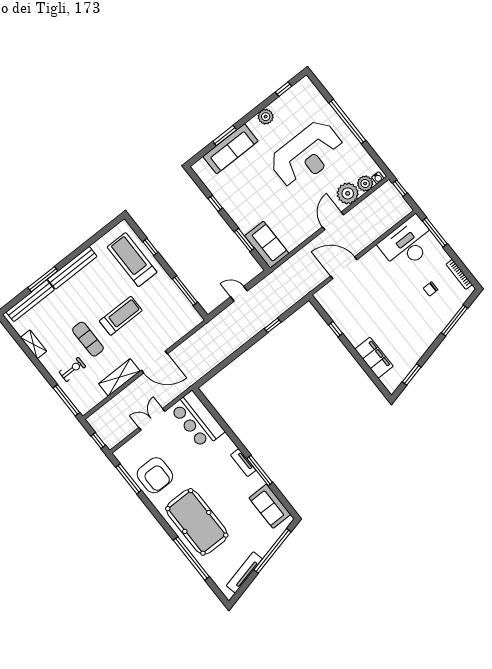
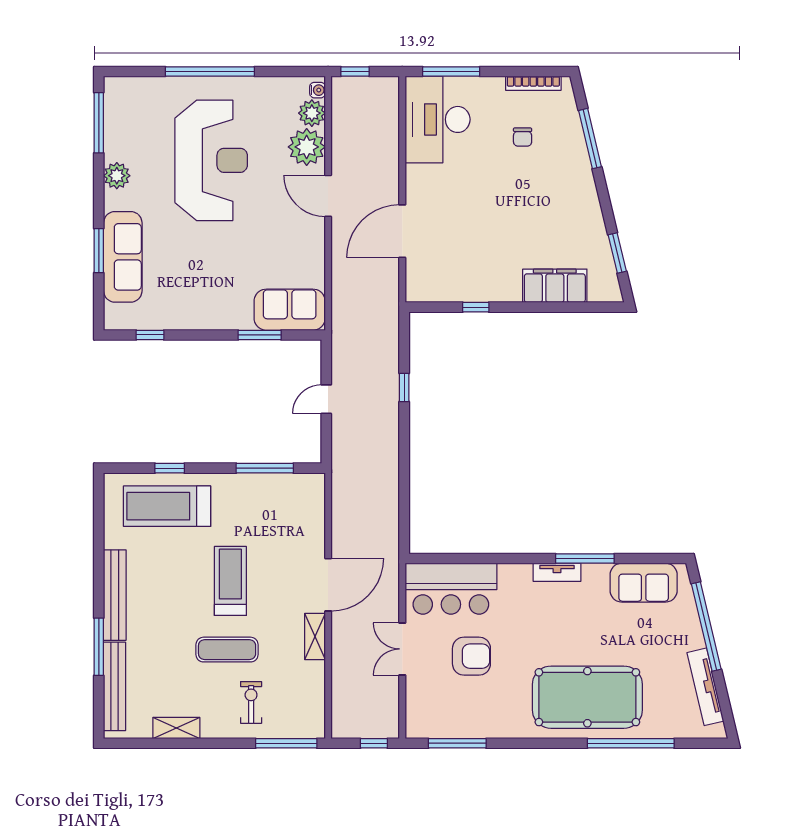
window: (283, 89) -> (99, 123), width x2.17
window: (215, 203) -> (150, 335), moved
shelving: (119, 377) -> (315, 637), width x0.67, depth x0.75
armchair: (155, 475) -> (471, 656), moved, width x0.73, depth x0.73

